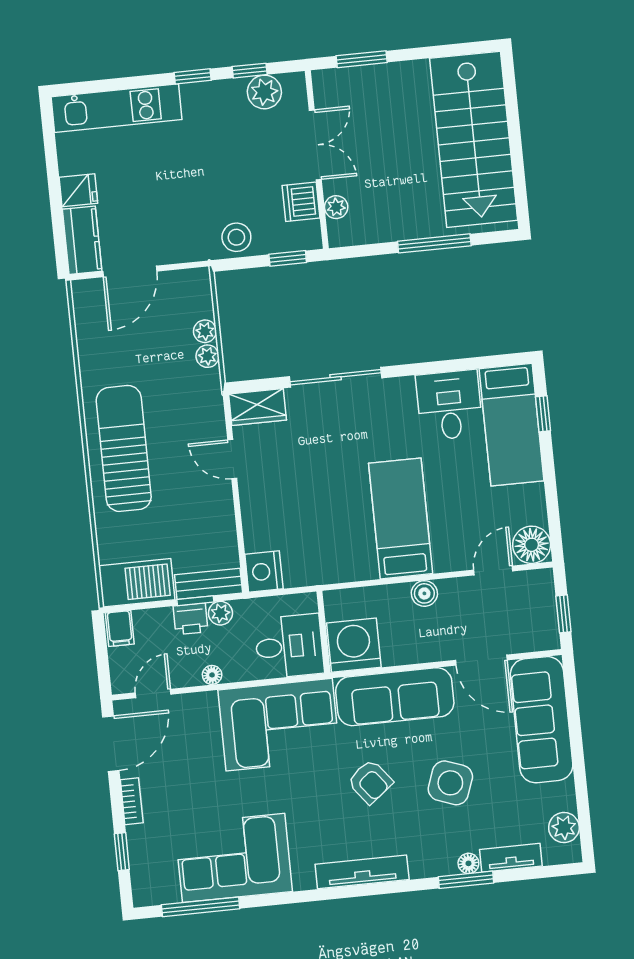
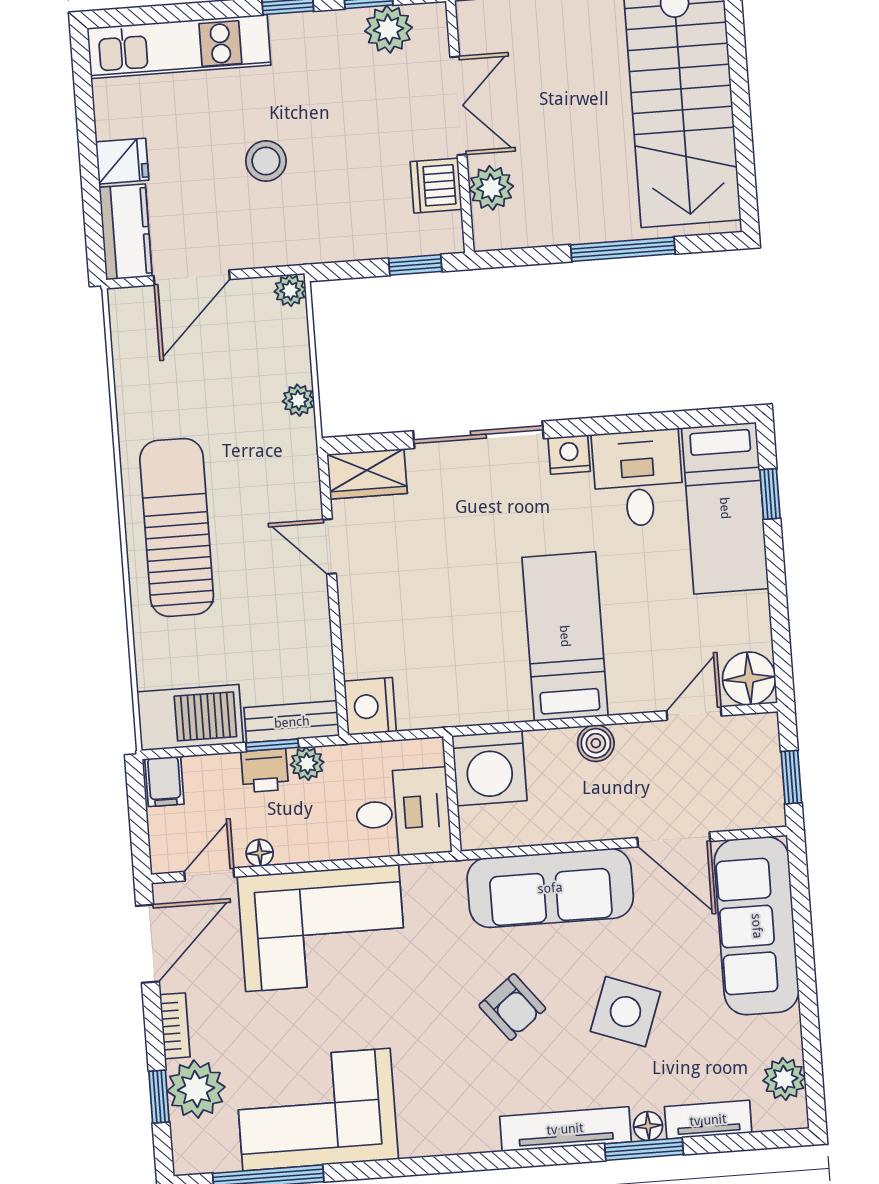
plant: (336, 207) -> (491, 188), width x1.38, depth x1.38
stool: (236, 237) -> (266, 161), moved
plant: (205, 331) -> (290, 290), moved
nightstand: (400, 390) -> (569, 455), added
washing machine: (354, 645) -> (489, 768), moved, turned 180
floor lamp: (212, 675) -> (260, 853), moved
corner sofa: (279, 725) -> (322, 928), moved
plant: (148, 846) -> (196, 1089), added
tv unit: (362, 872) -> (565, 1129), moved

